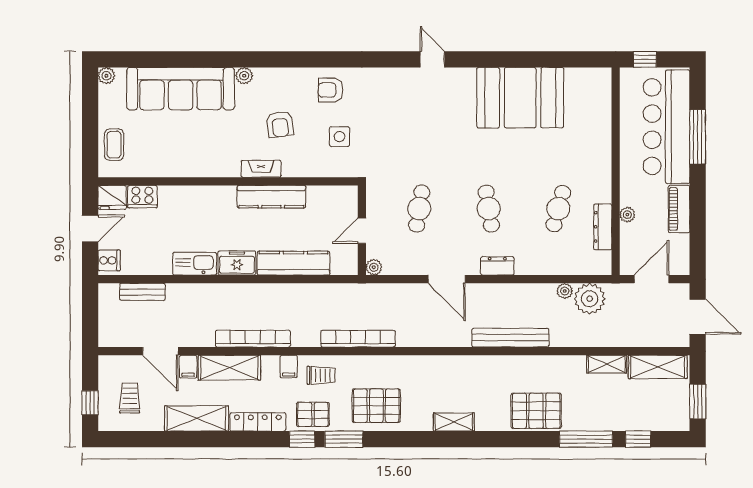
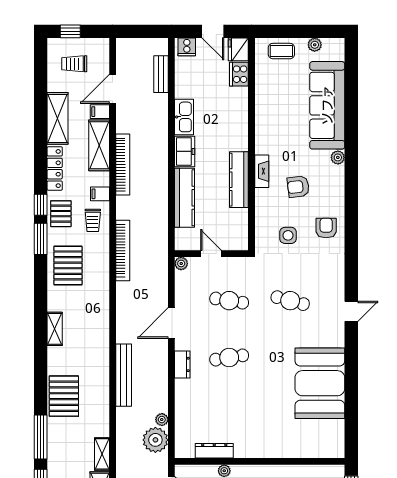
plant: (106, 76) -> (315, 45), moved
cafe table: (558, 209) -> (290, 301), moved
trolley: (130, 398) -> (74, 64), turned 180

